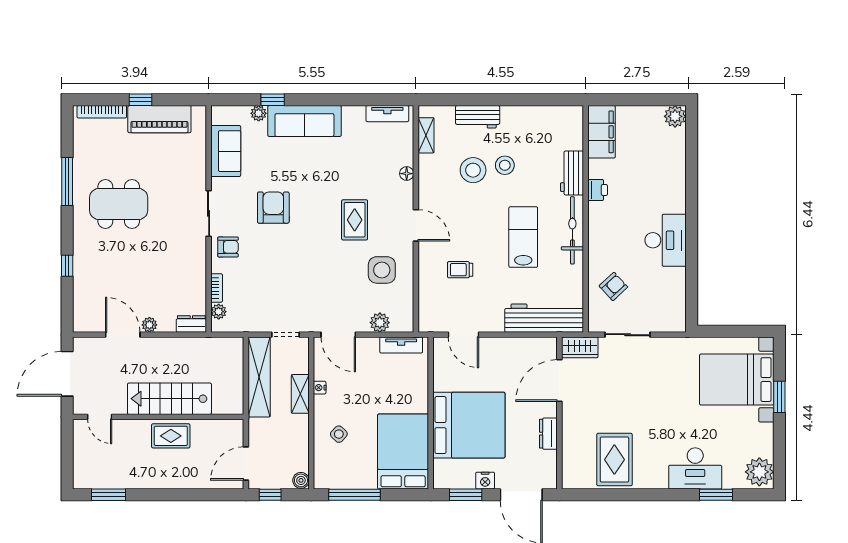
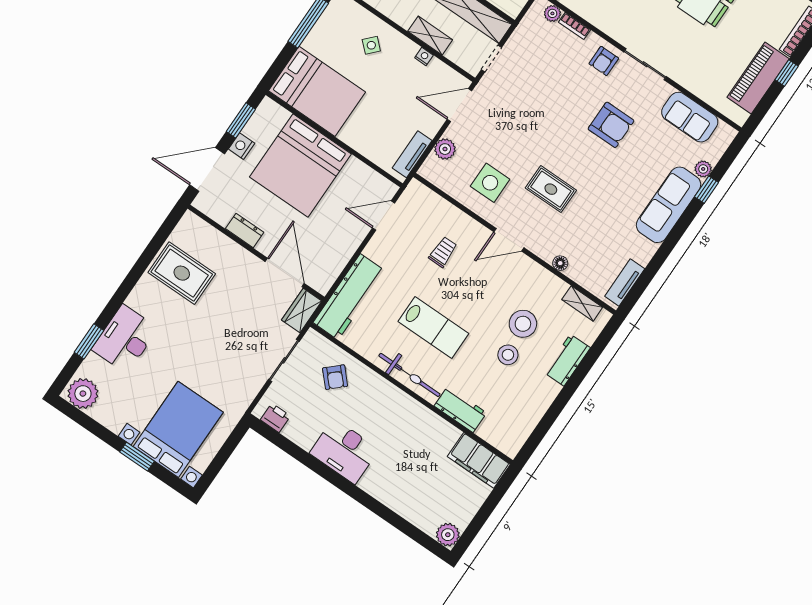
printer: (598, 190) -> (275, 418), moved, turned 180

